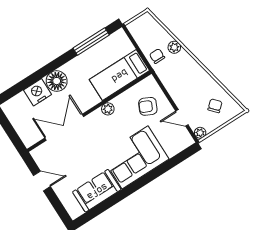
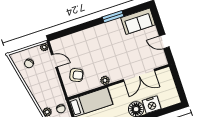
corner sofa: (135, 157) -> (94, 41), removed
sofa: (97, 191) -> (138, 21), moved
window: (119, 197) -> (113, 17), added

